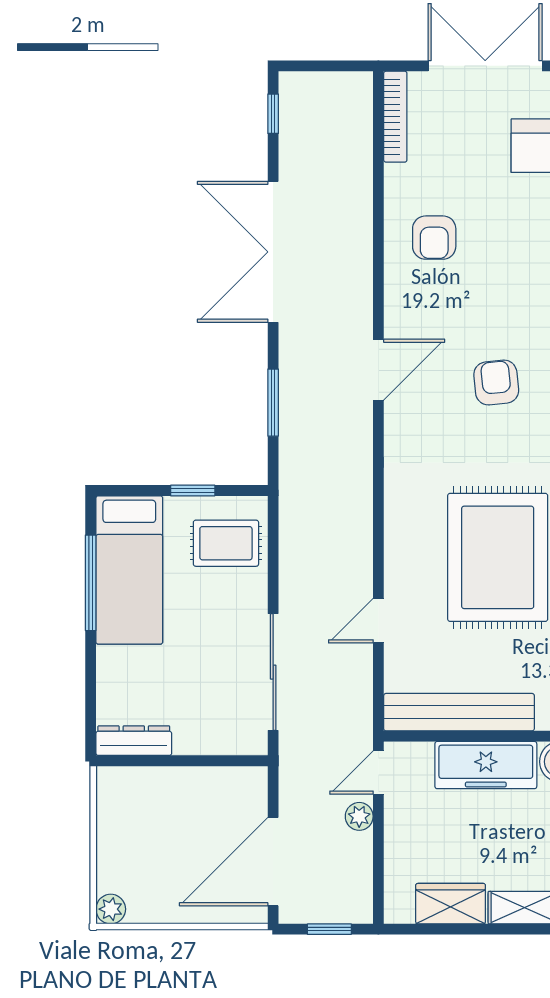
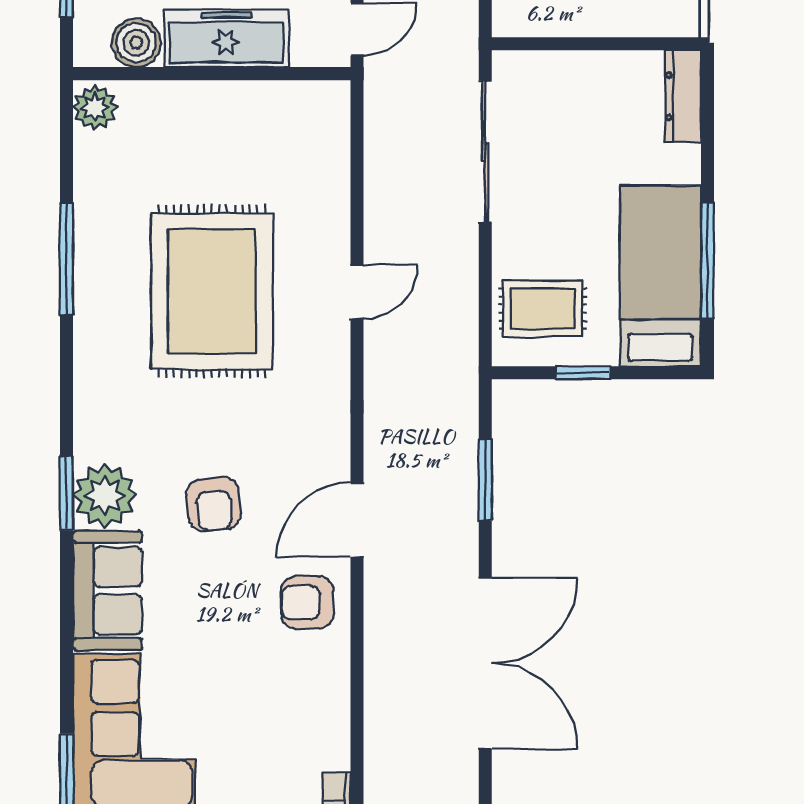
armchair: (434, 238) -> (307, 602), moved, turned -90
door: (378, 621) -> (357, 292), moved
bench: (459, 712) -> (259, 103), removed
dresser: (134, 741) -> (683, 96), moved, turned 90

